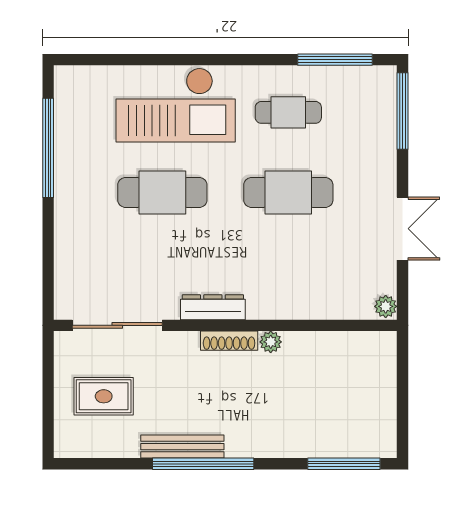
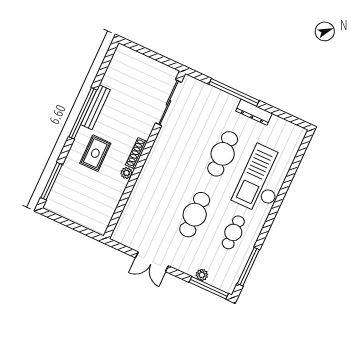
window: (48, 148) -> (234, 92), moved
plant: (386, 306) -> (202, 275), moved
dresser: (213, 307) -> (254, 112), moved, turned 90
rug: (104, 396) -> (95, 153), moved

